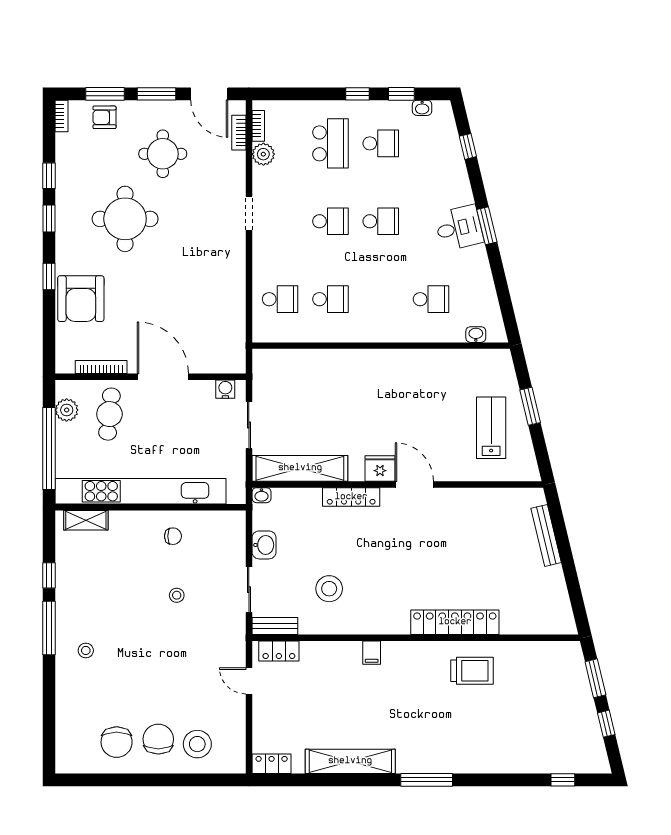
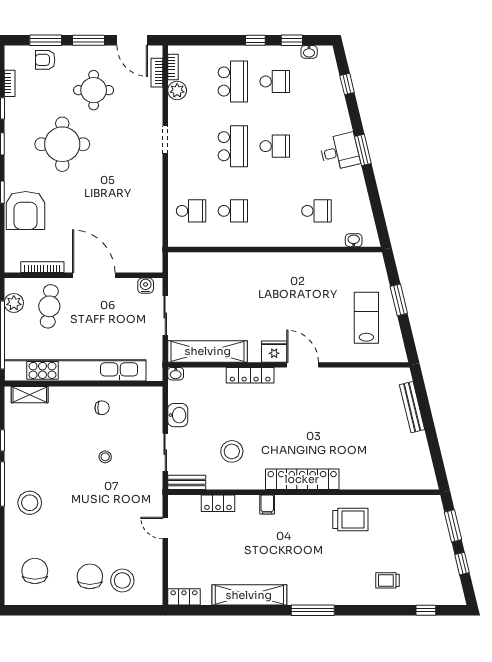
bookcase: (62, 116) -> (10, 83), moved
school desk: (330, 221) -> (233, 146), width x1.85
locker: (455, 622) -> (302, 479), moved
stool: (86, 650) -> (30, 503), width x1.89, depth x1.89
locker: (279, 651) -> (218, 503), moved
chair: (117, 742) -> (35, 571), moved, turned 180
trolley: (517, 744) -> (388, 580), added

